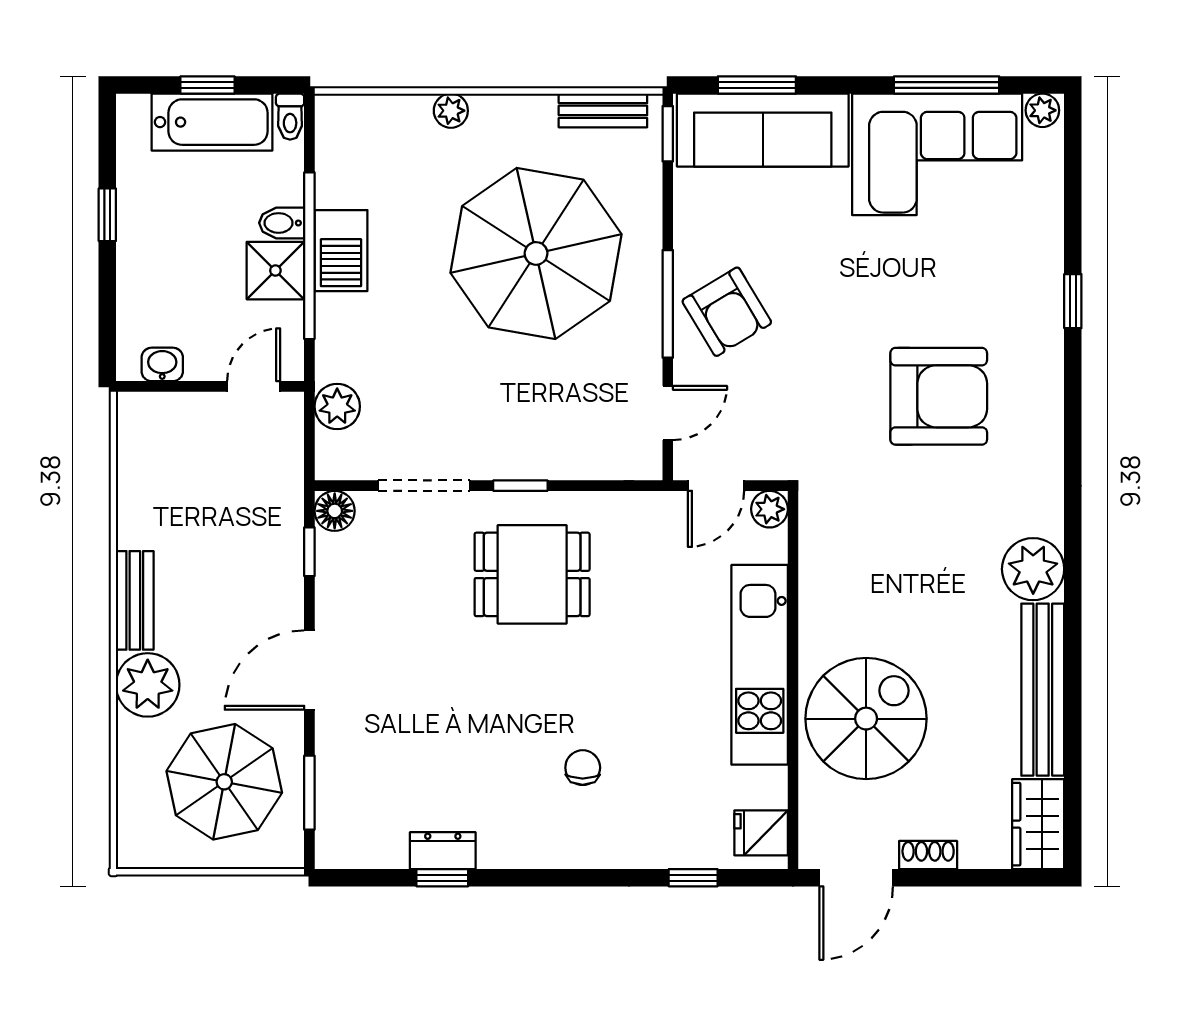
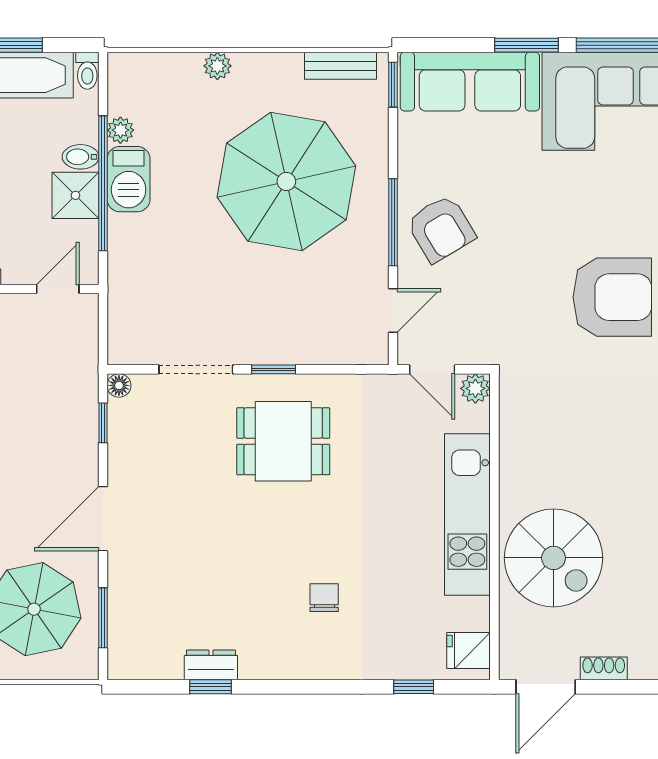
window: (757, 85) -> (527, 45), moved
plant: (337, 406) -> (120, 130), moved, width x0.73, depth x0.73
door: (716, 486) -> (432, 369), hinge flipped
floor lamp: (335, 511) -> (119, 385), width x0.73, depth x0.73
spiral stairs: (866, 719) -> (554, 558), turned 90

